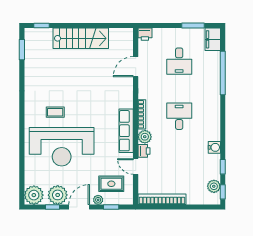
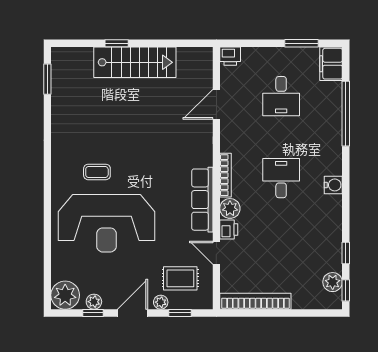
window: (41, 26) -> (117, 43), moved
water cooler: (214, 147) -> (333, 185), moved
plant: (58, 195) -> (94, 302), width x0.53, depth x0.53

